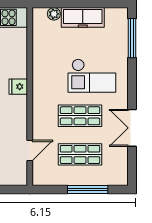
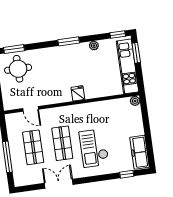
plant: (54, 14) -> (135, 101), moved
freezer: (83, 17) -> (140, 152), moved
window: (132, 38) -> (127, 174), width x0.46

